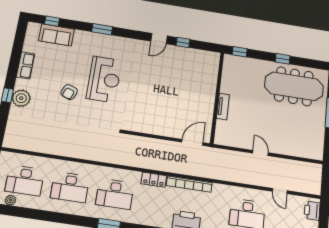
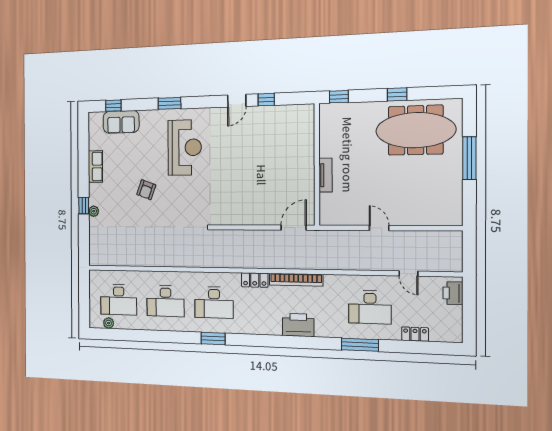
reception desk: (104, 79) -> (185, 147), moved
plant: (21, 98) -> (94, 211), width x0.53, depth x0.53

